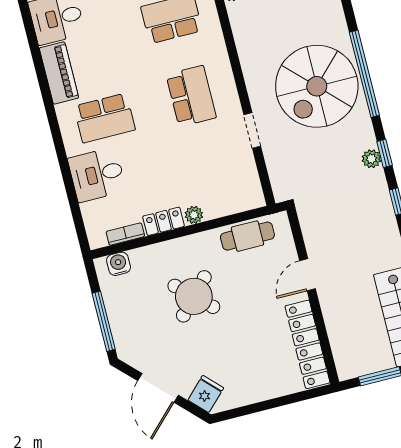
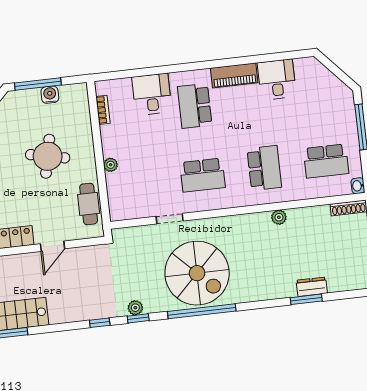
spiral stairs: (317, 86) -> (197, 273), turned 180
locker: (164, 221) -> (109, 141), removed
water cooler: (119, 264) -> (50, 95), moved, turned -90
door: (307, 275) -> (52, 246), swing flipped
round table: (194, 296) -> (48, 156), turned -31

